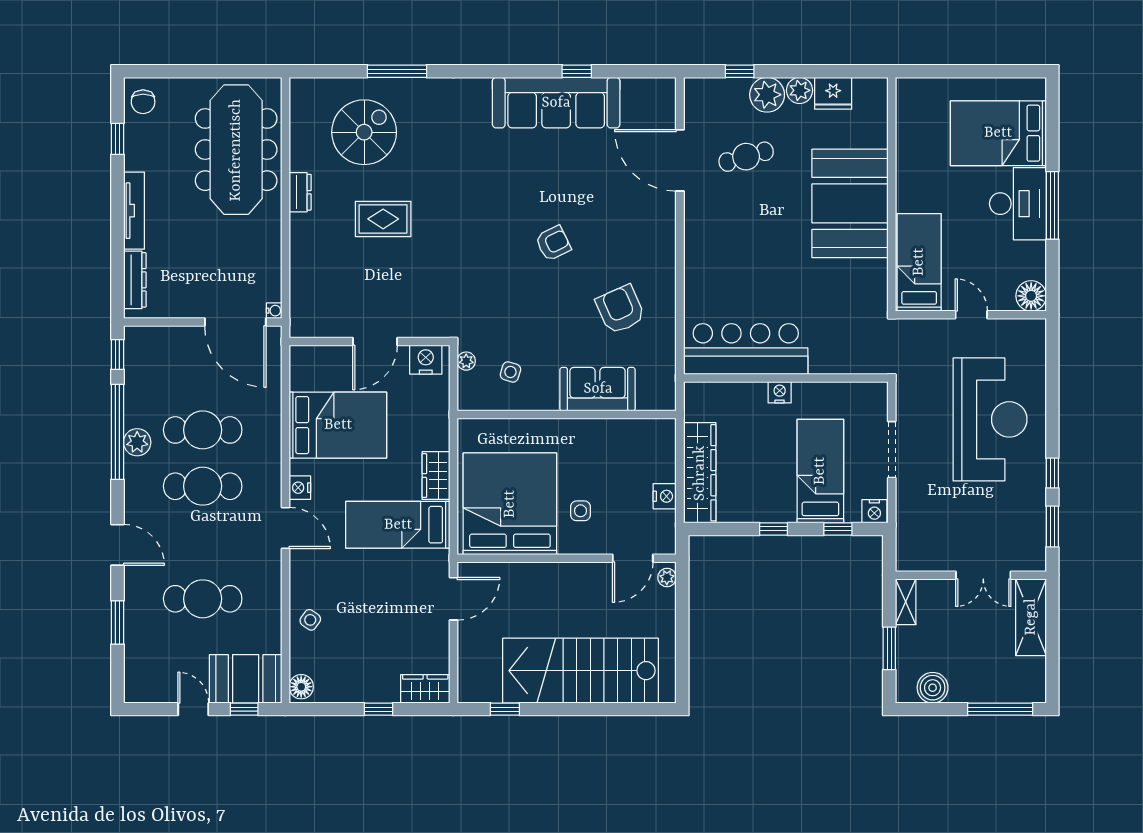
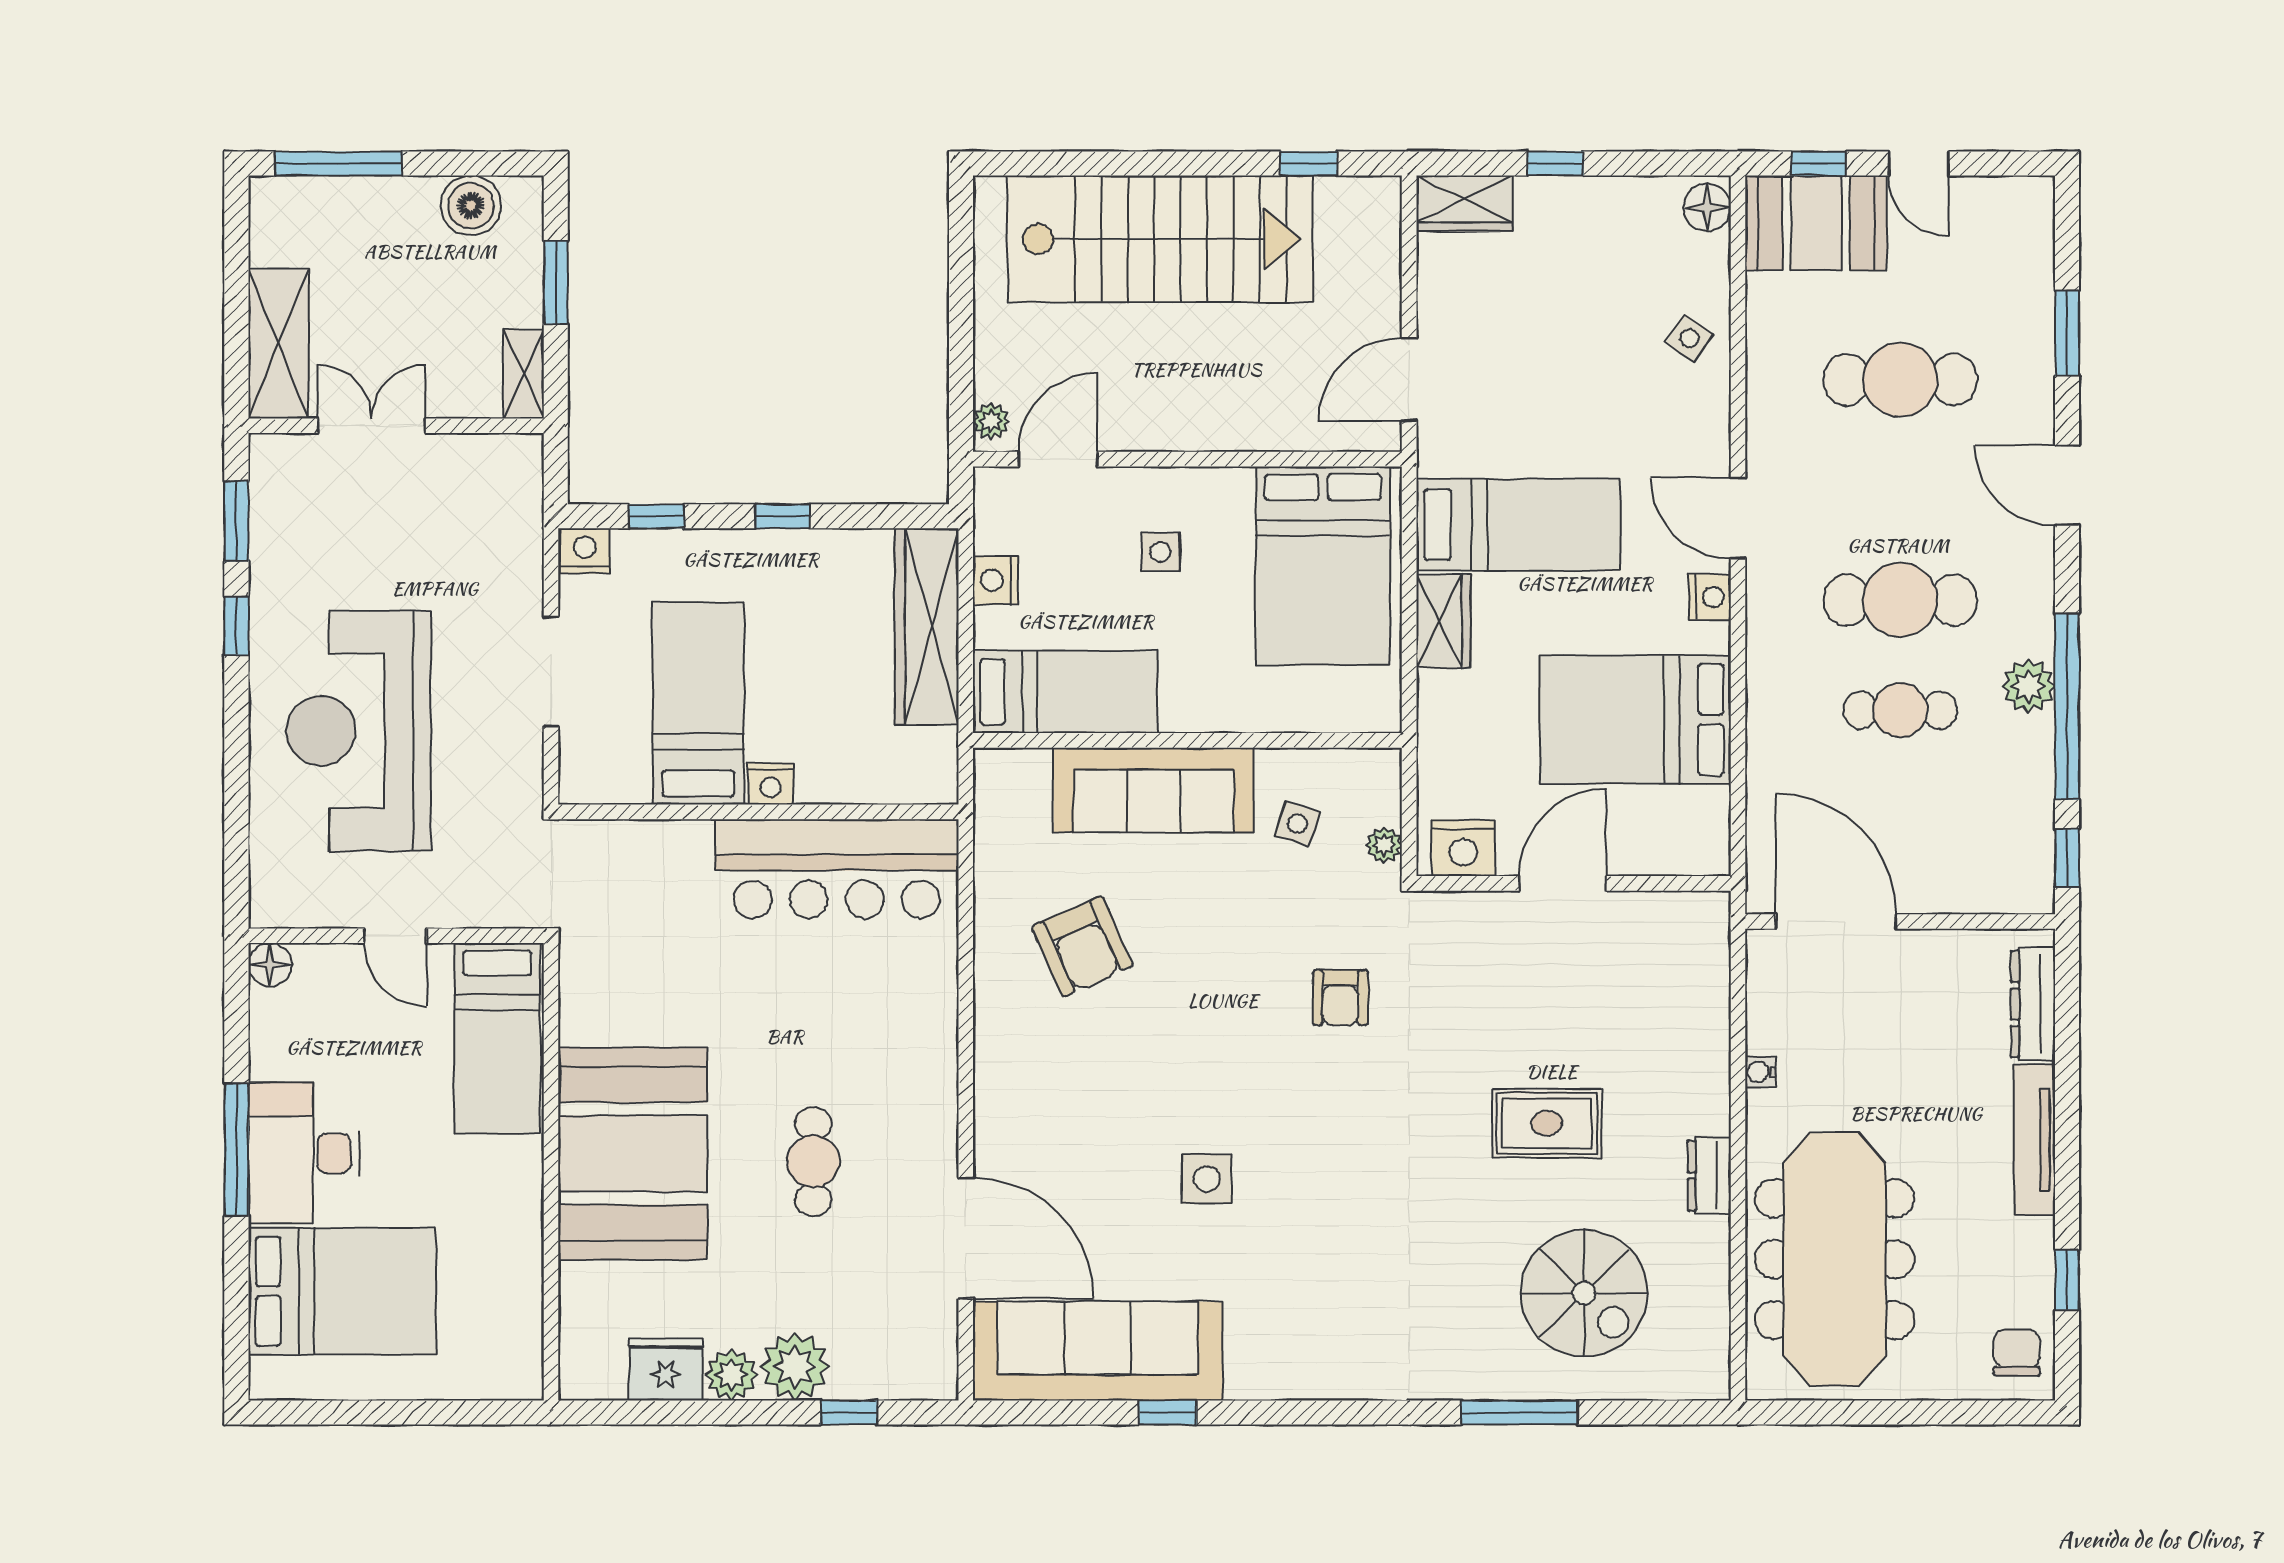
sofa: (556, 103) -> (1098, 1351), moved
spiral stairs: (364, 132) -> (1584, 1293), turned -90
cafe table: (746, 157) -> (813, 1162), moved, turned -74
side table: (557, 191) -> (1207, 1179), added
armchair: (553, 243) -> (1340, 998), moved, turned -64
floor lamp: (1031, 296) -> (270, 965), width x0.73, depth x0.73
water cooler: (274, 311) -> (1760, 1072), moved
sofa: (598, 389) -> (1154, 790), width x1.36
cafe table: (203, 430) -> (1900, 710), width x0.73, depth x0.74
bed: (629, 439) -> (1065, 692), added
bed: (820, 471) -> (698, 703), moved, turned 180
bed: (510, 504) -> (1323, 566), width x0.73

